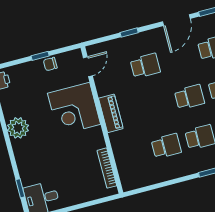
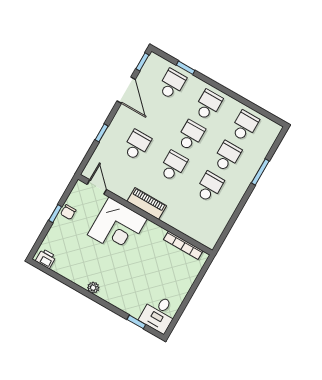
school desk: (156, 106) -> (173, 166), added
plant: (18, 128) -> (93, 288), width x0.53, depth x0.53

